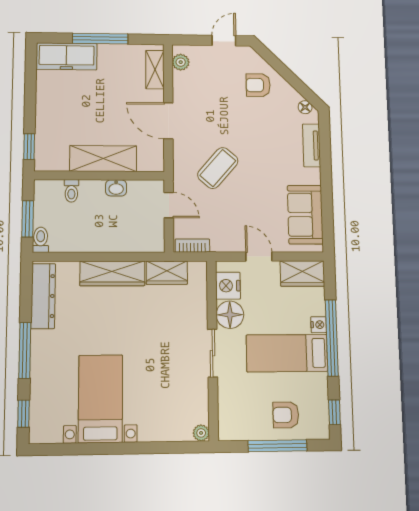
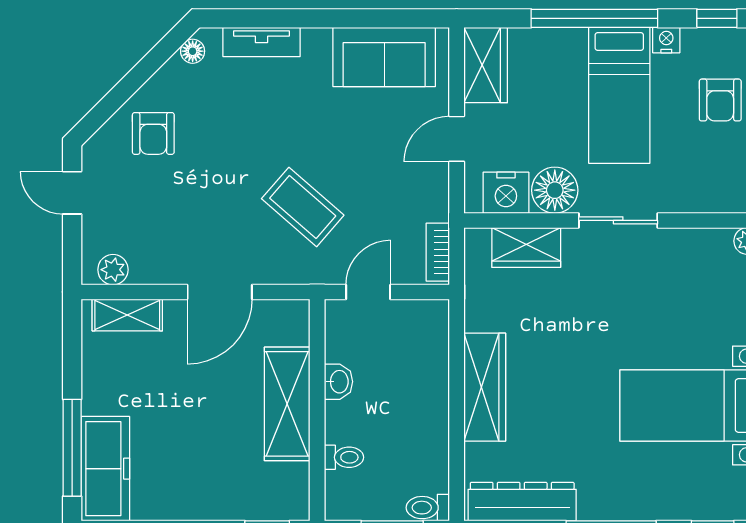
window: (100, 39) -> (72, 448), moved
wardrobe: (167, 273) -> (526, 247), moved, turned 90
nightstand: (319, 325) -> (666, 40), moved

